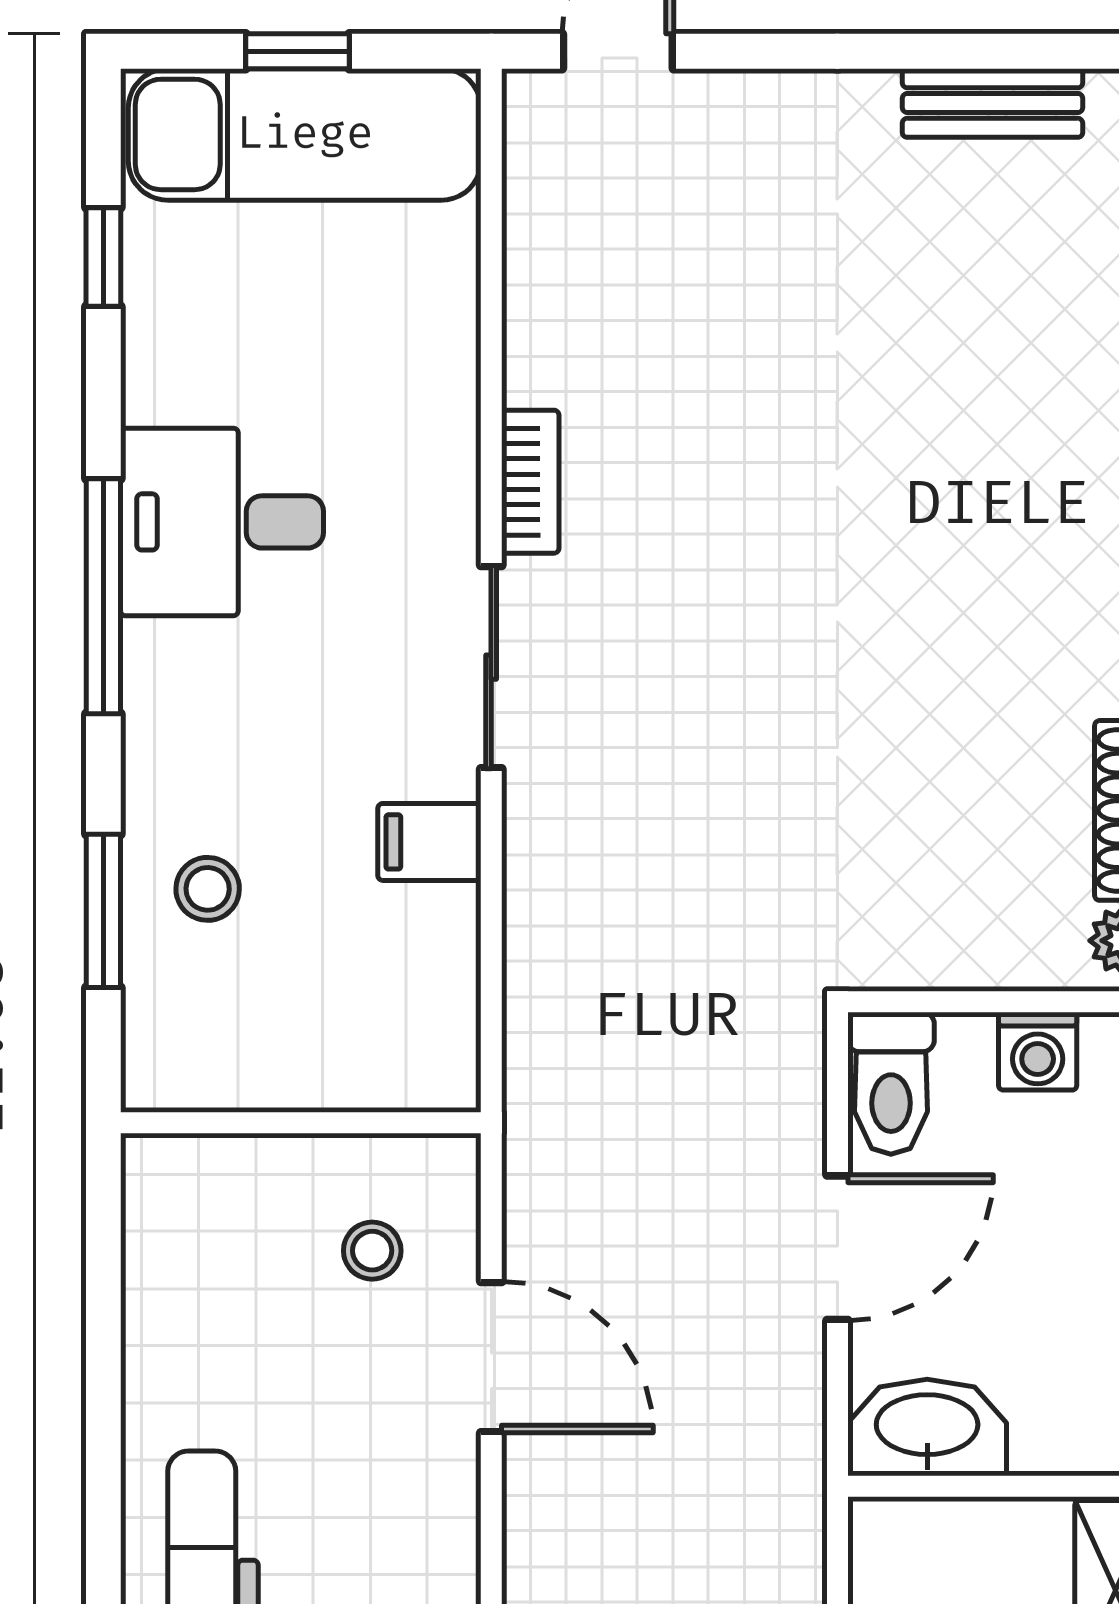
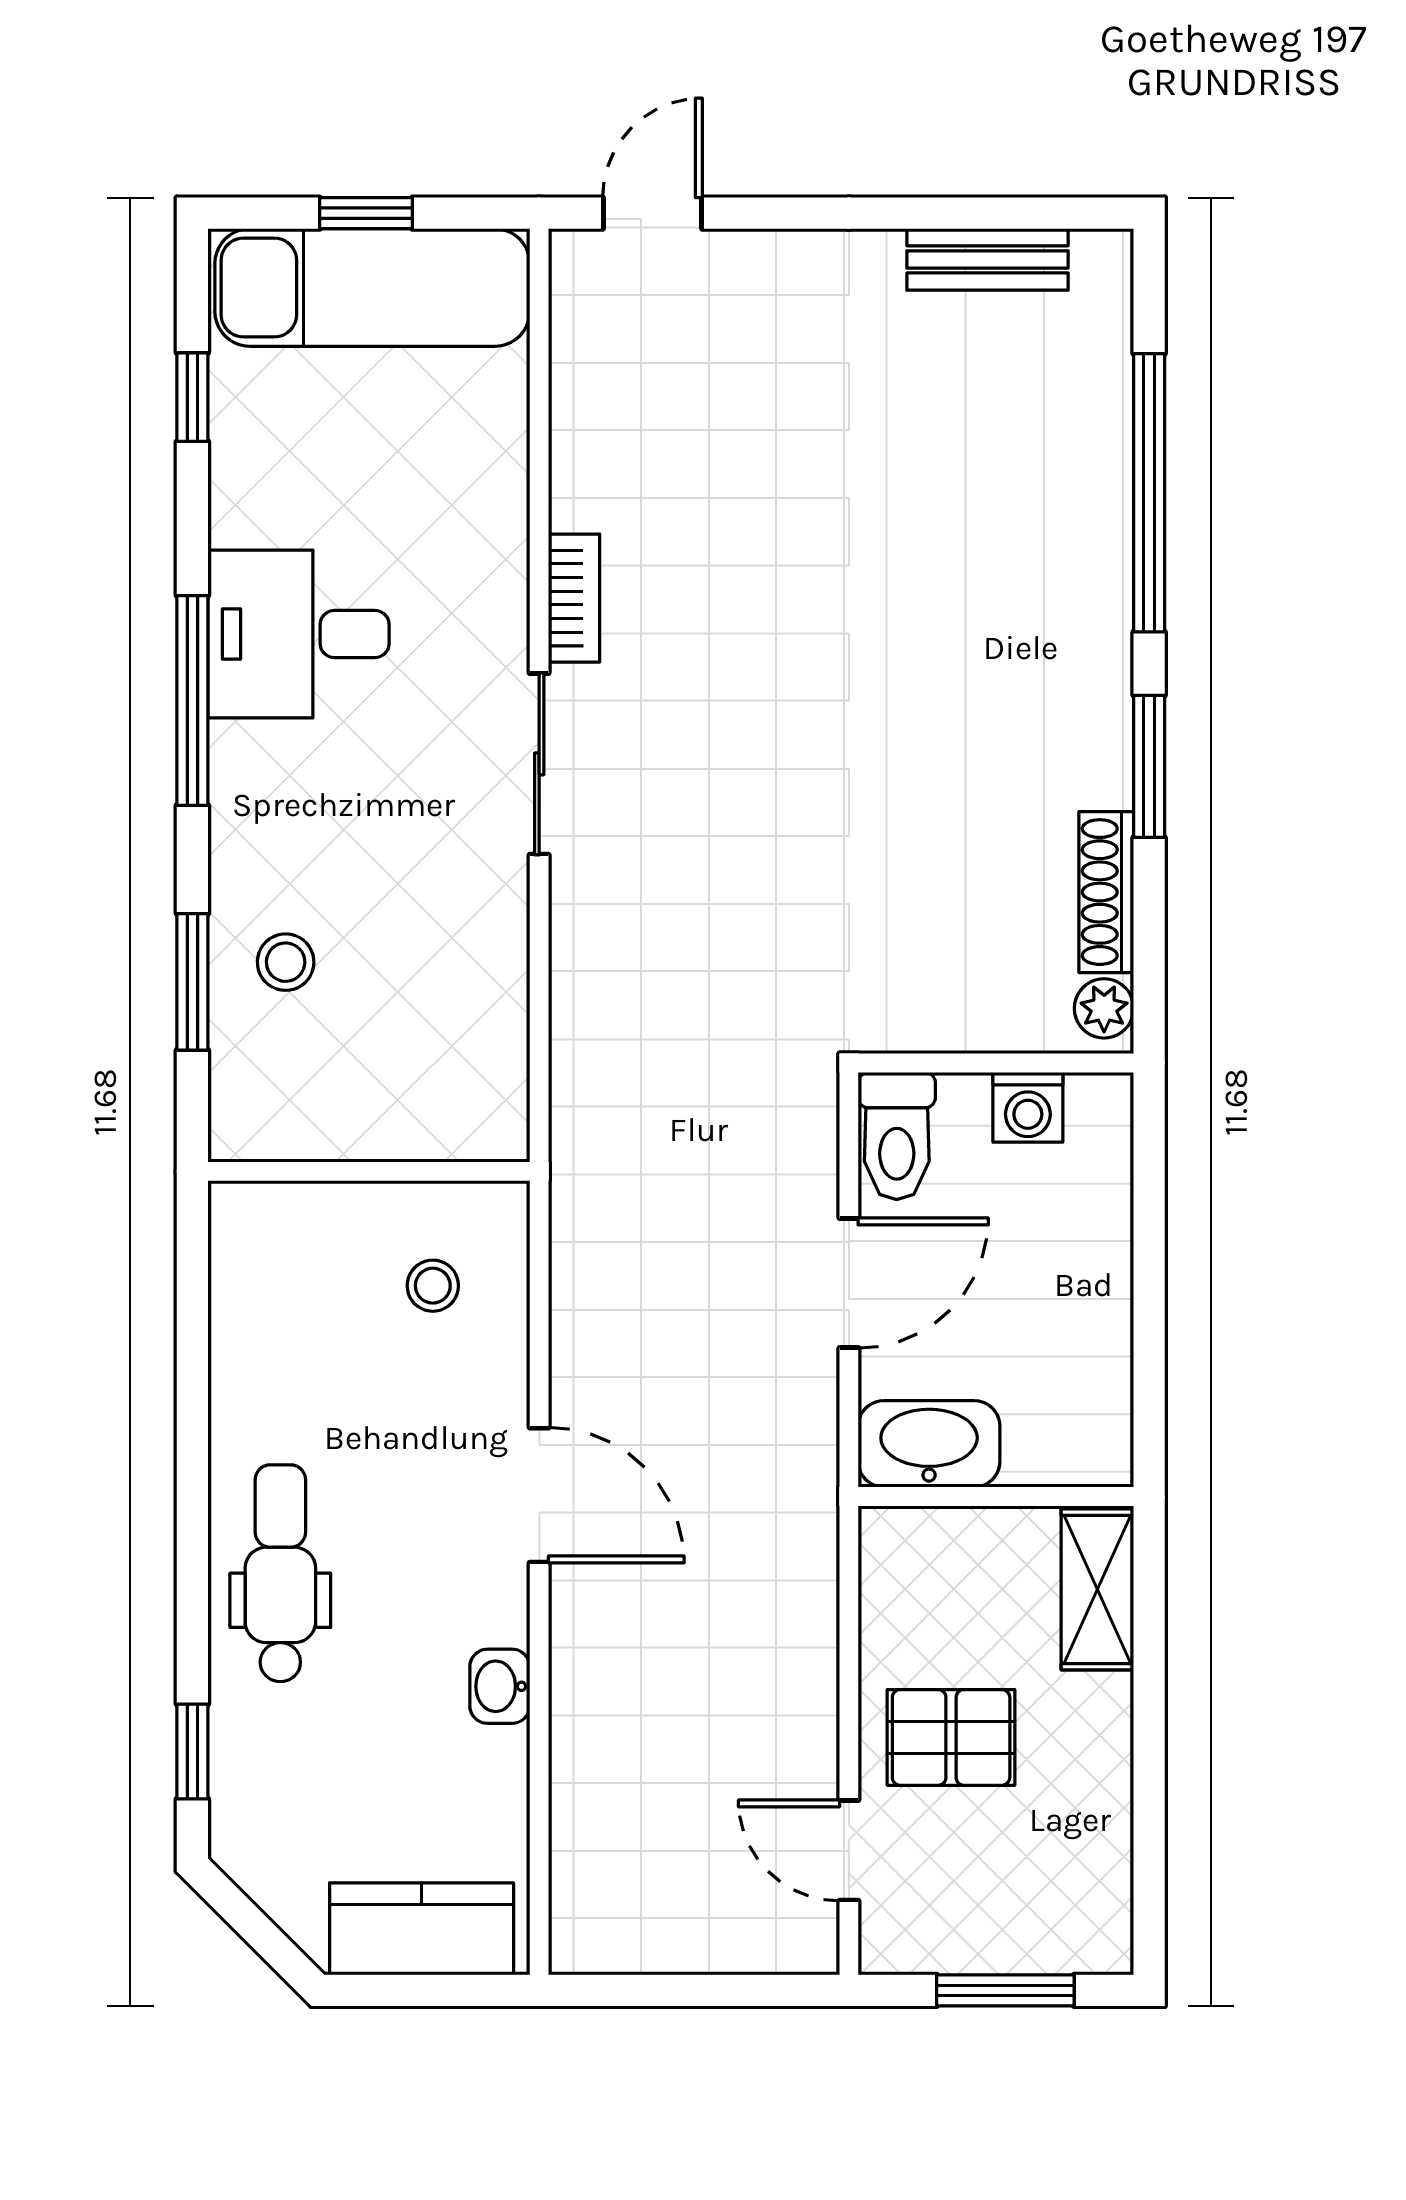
filing cabinet: (429, 842) -> (484, 920), removed
door: (491, 1357) -> (539, 1495), moved

